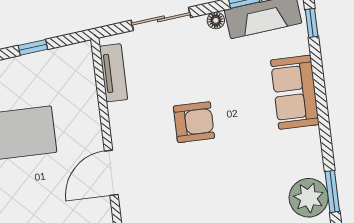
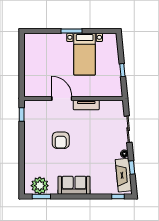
tv unit: (114, 73) -> (86, 105), moved
sofa: (295, 92) -> (74, 185), moved
armchair: (194, 122) -> (61, 140), moved

